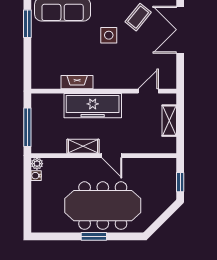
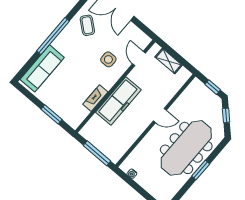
window: (27, 24) -> (51, 114), moved
side table: (109, 35) -> (108, 59), moved
shelving: (83, 146) -> (138, 129), removed
plant: (37, 164) -> (125, 167), removed
window: (164, 217) -> (226, 115), added

